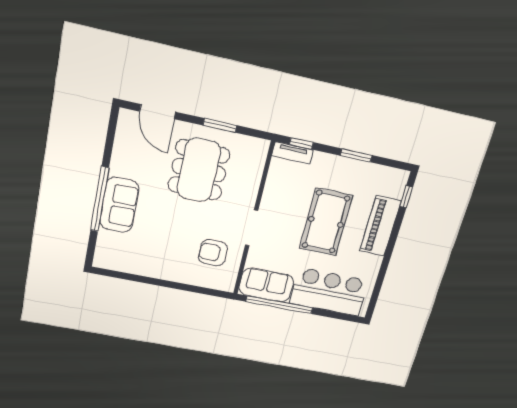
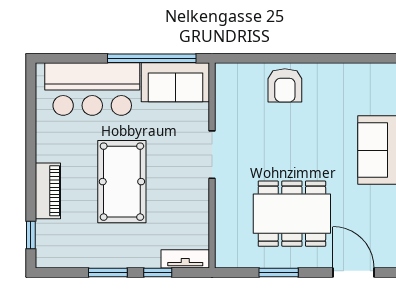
window: (301, 143) -> (158, 272), moved
dining table: (199, 170) -> (292, 214), turned 90
piano: (380, 226) -> (48, 191), width x0.73, depth x0.75
armchair: (213, 253) -> (285, 85), moved, turned 90

